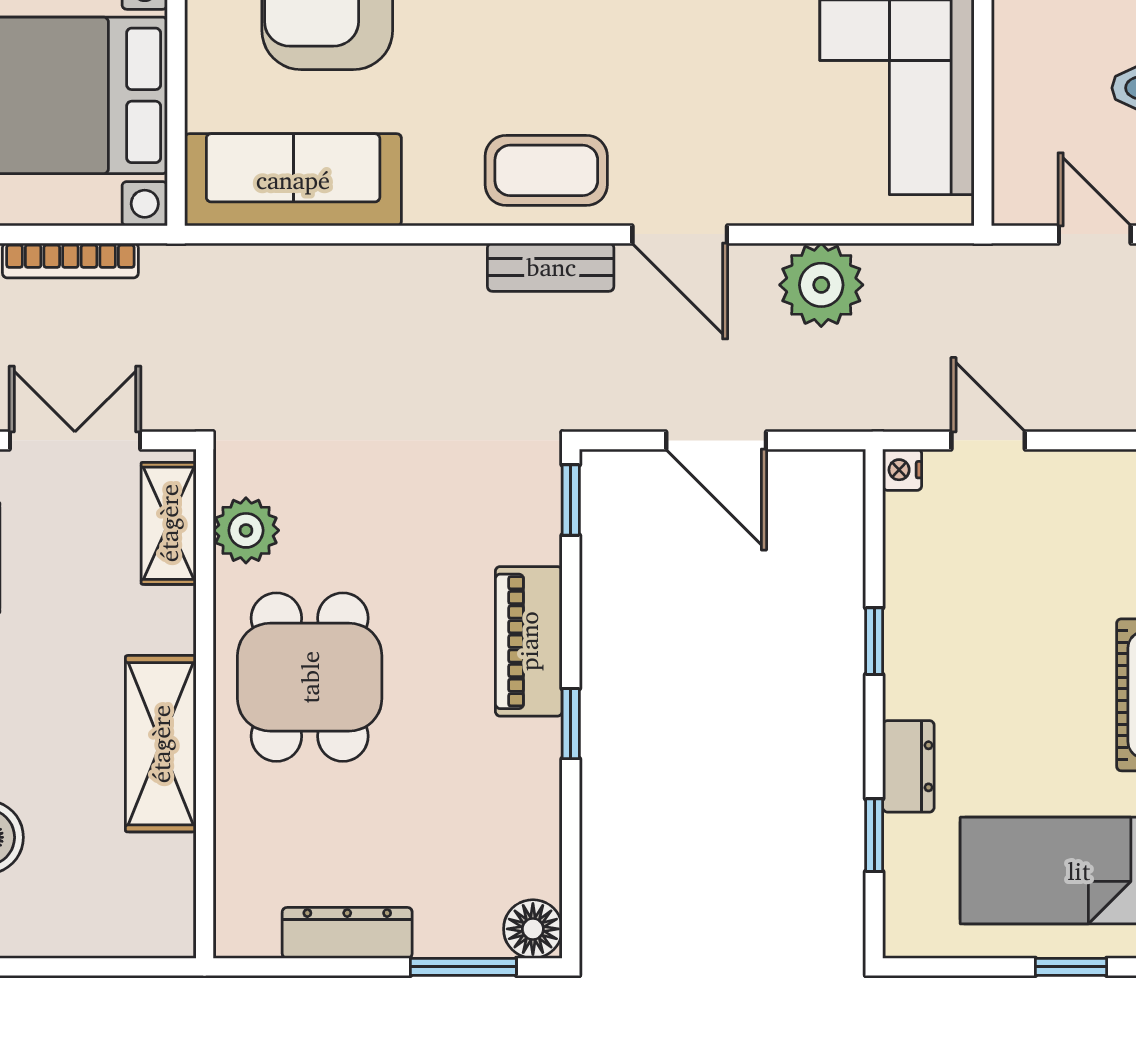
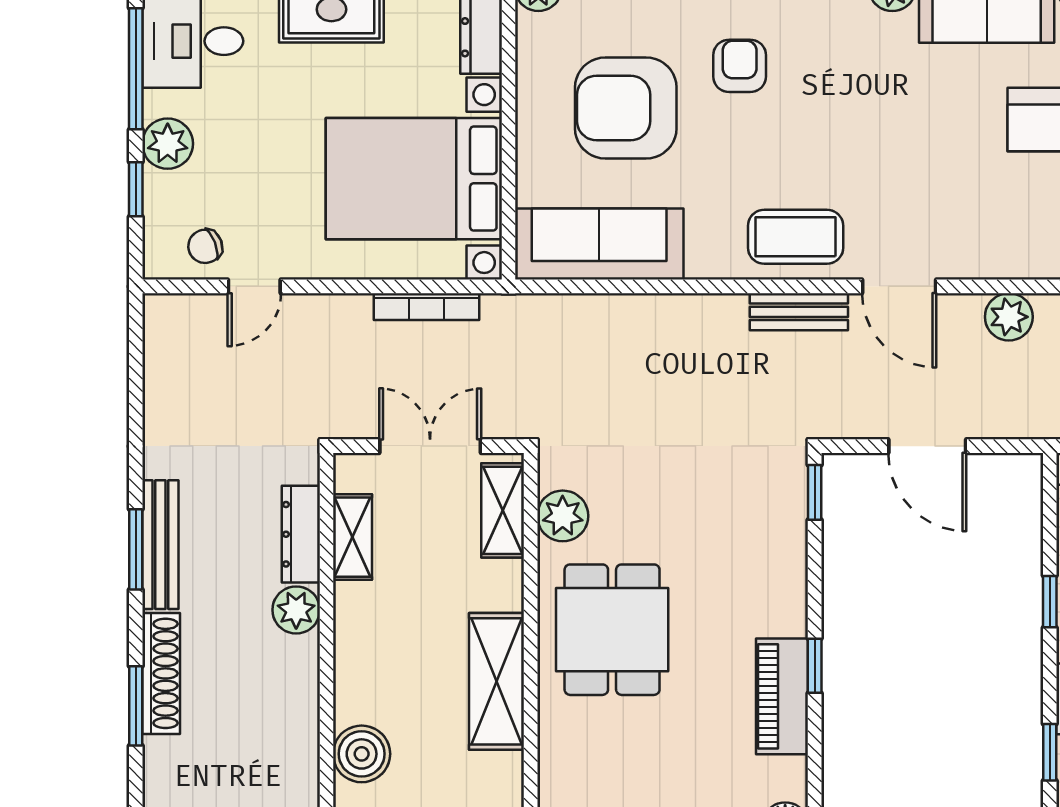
plant: (821, 285) -> (1009, 317), width x0.73, depth x0.73
piano: (529, 641) -> (782, 696), moved

